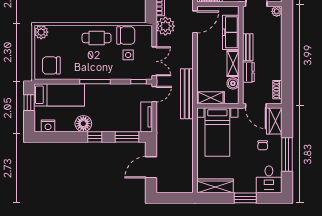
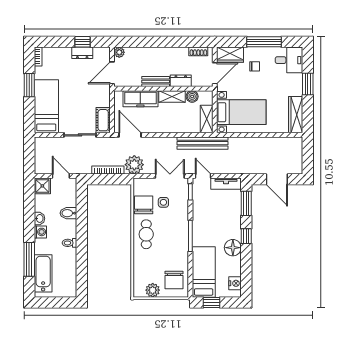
plant: (41, 32) -> (153, 290), moved

